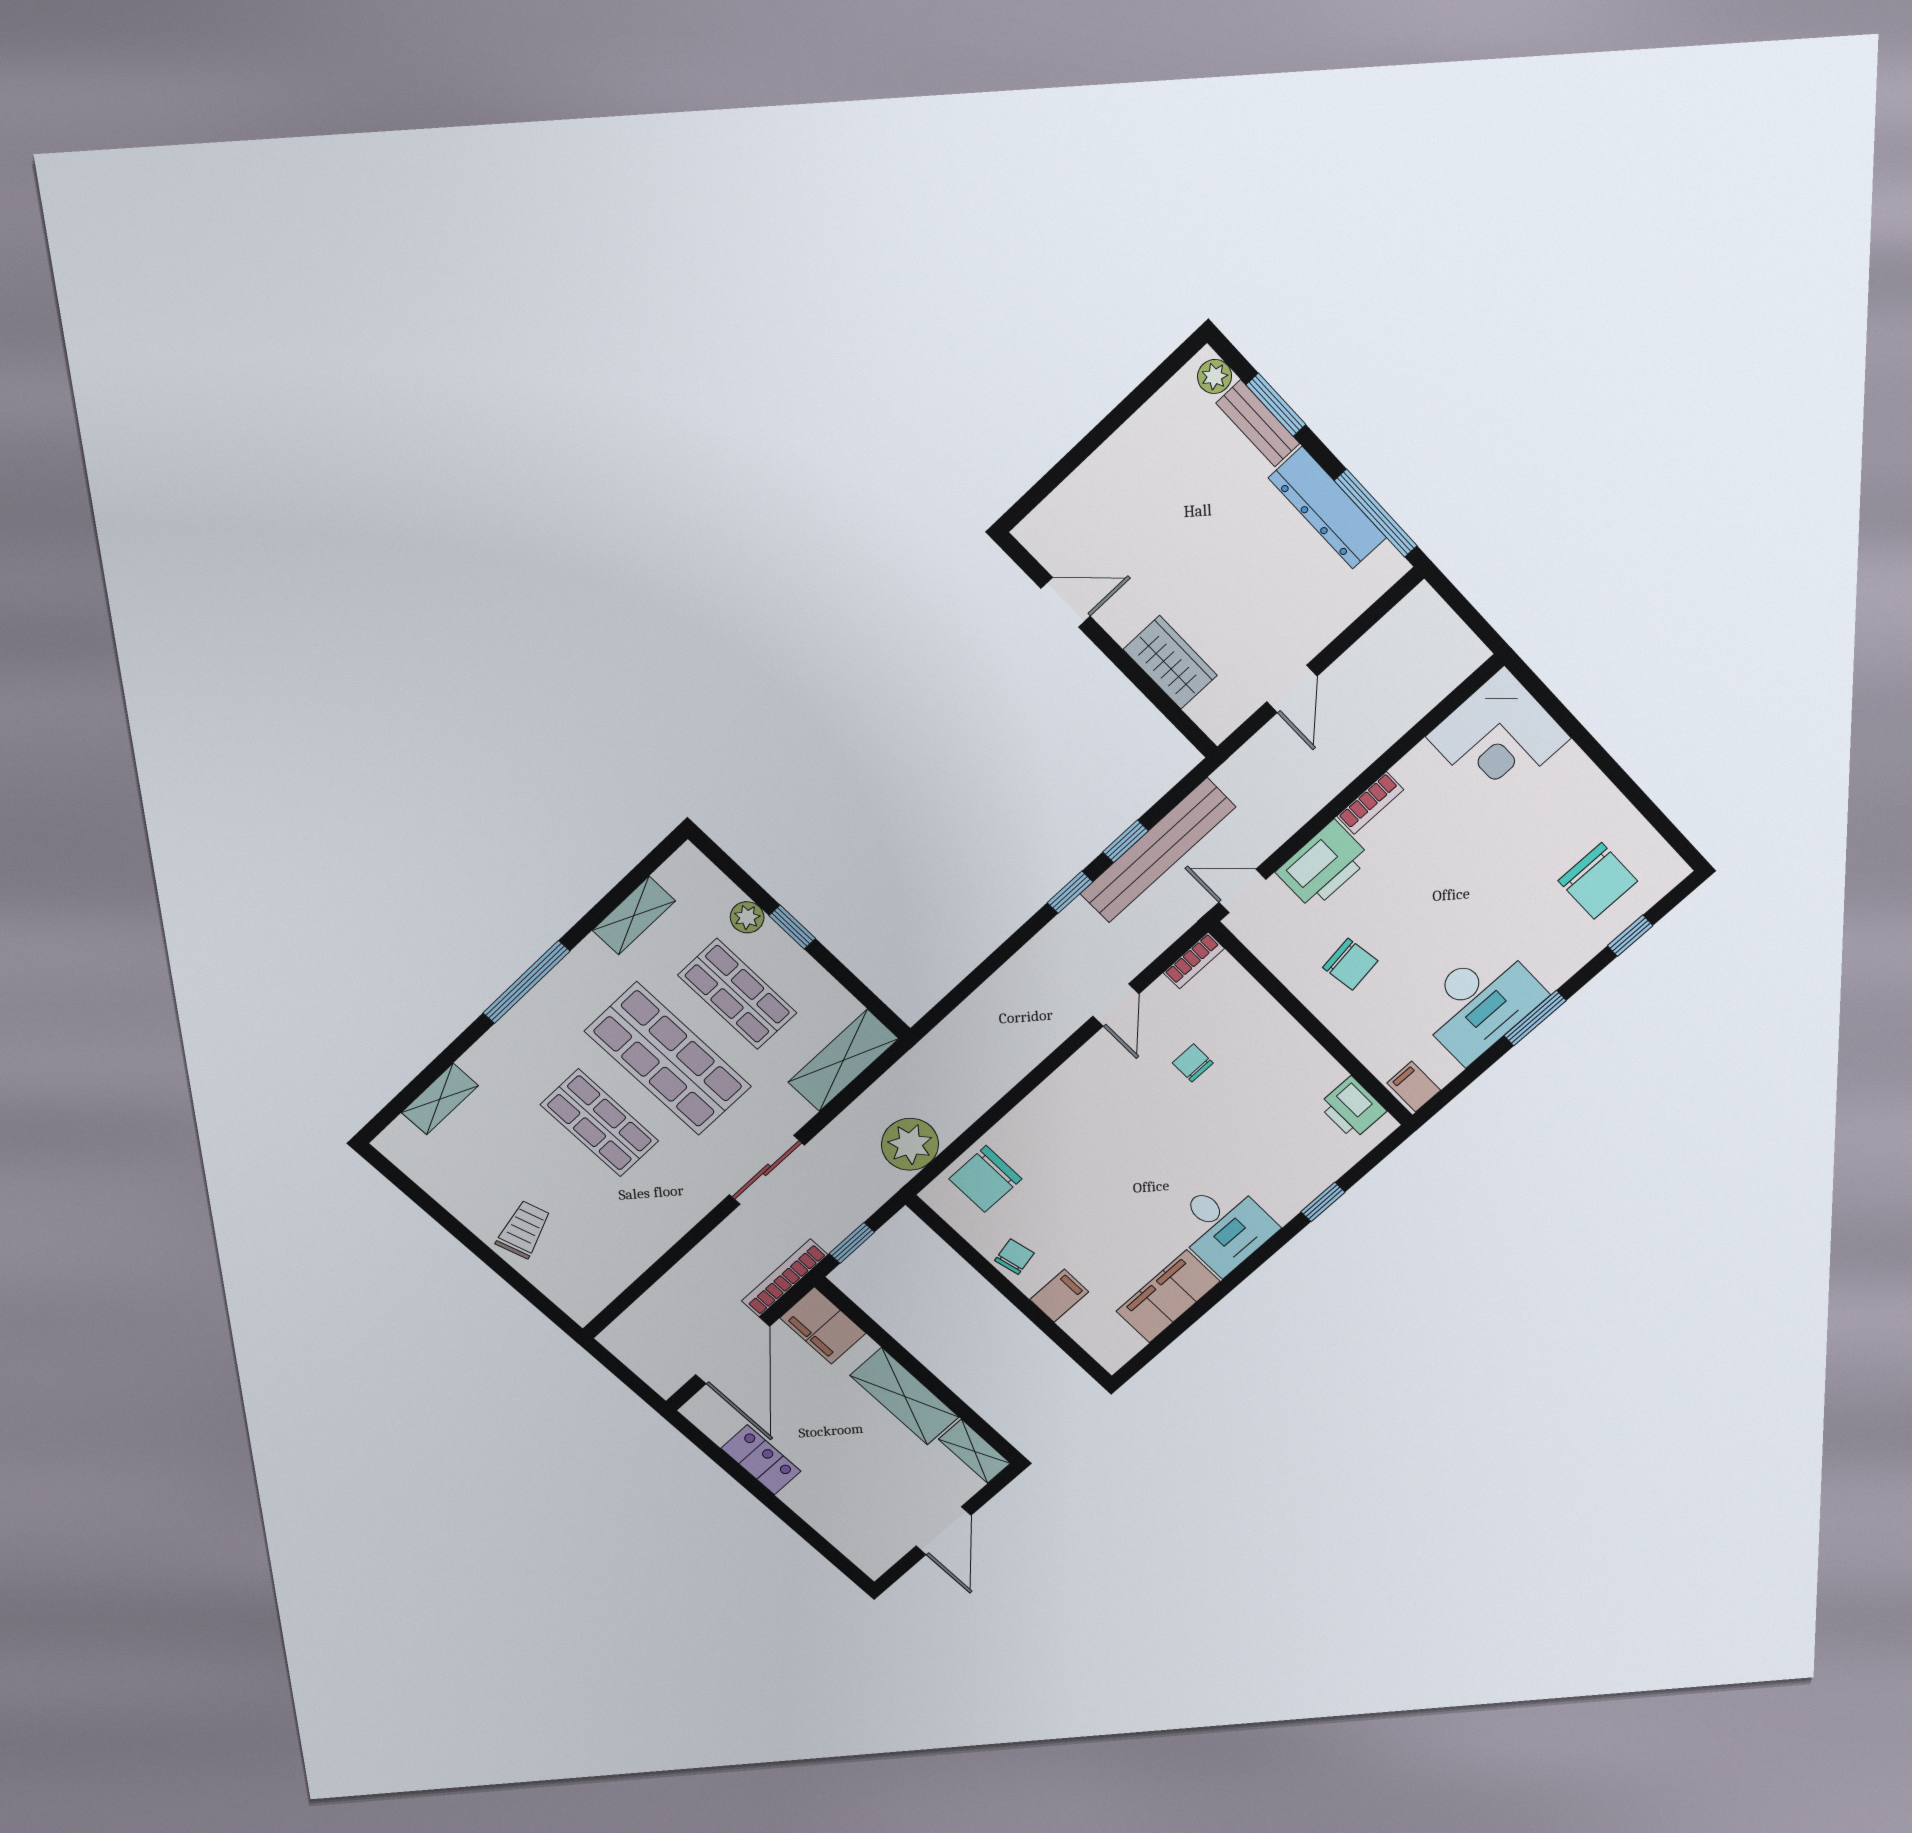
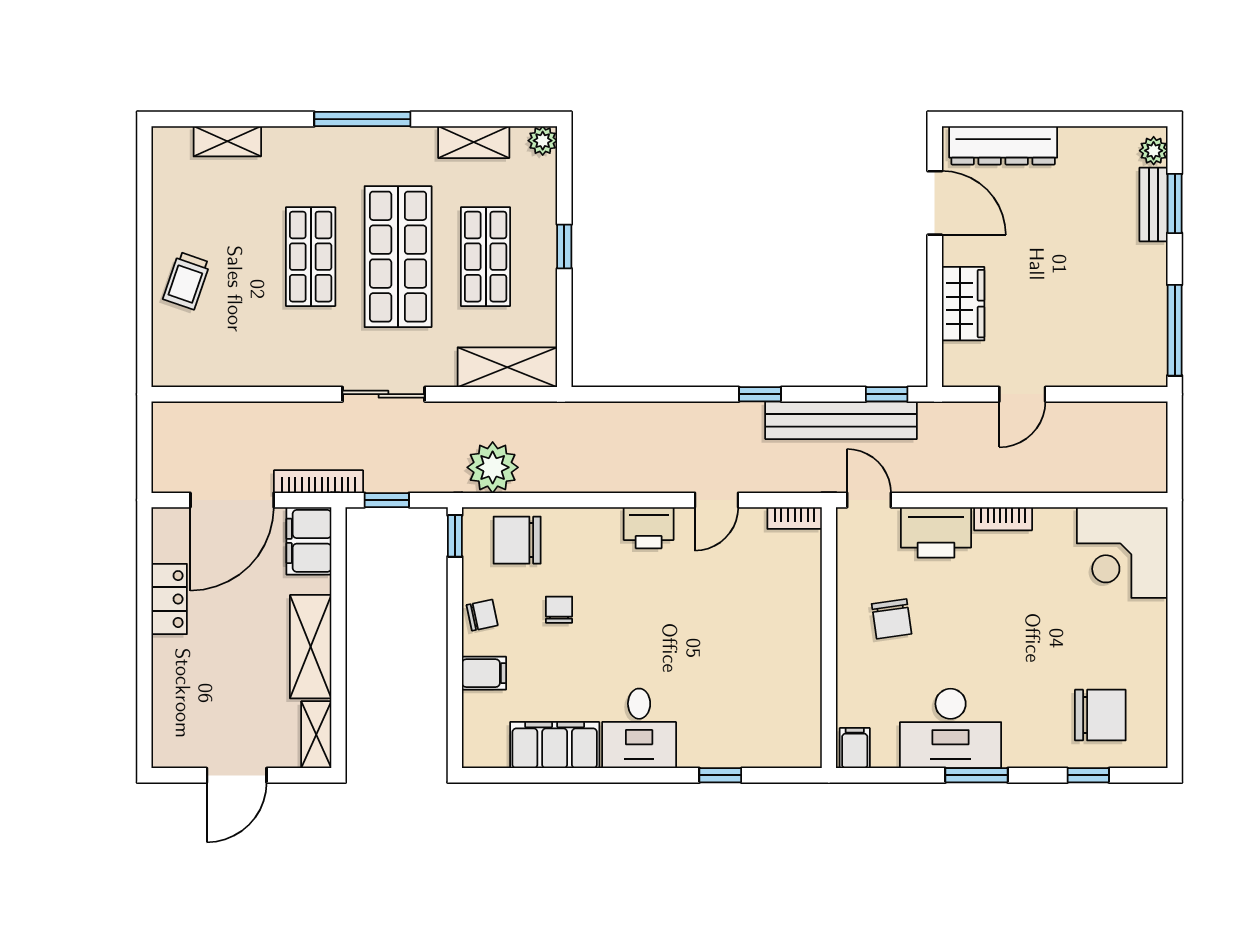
dresser: (1327, 508) -> (1003, 145), moved, turned -90
door: (1066, 602) -> (935, 203), width x1.38
window: (1125, 841) -> (887, 394), moved
chair: (1598, 881) -> (1100, 715), turned -90
plant: (747, 917) -> (543, 141), moved
chair: (1193, 1063) -> (559, 610), moved
printer: (1352, 1108) -> (649, 528), moved, turned -90
window: (933, 1220) -> (455, 536), added
trolley: (524, 1229) -> (186, 281), turned 126

